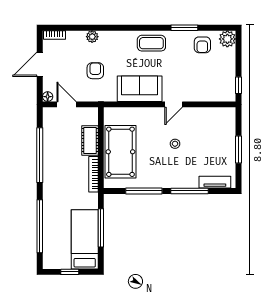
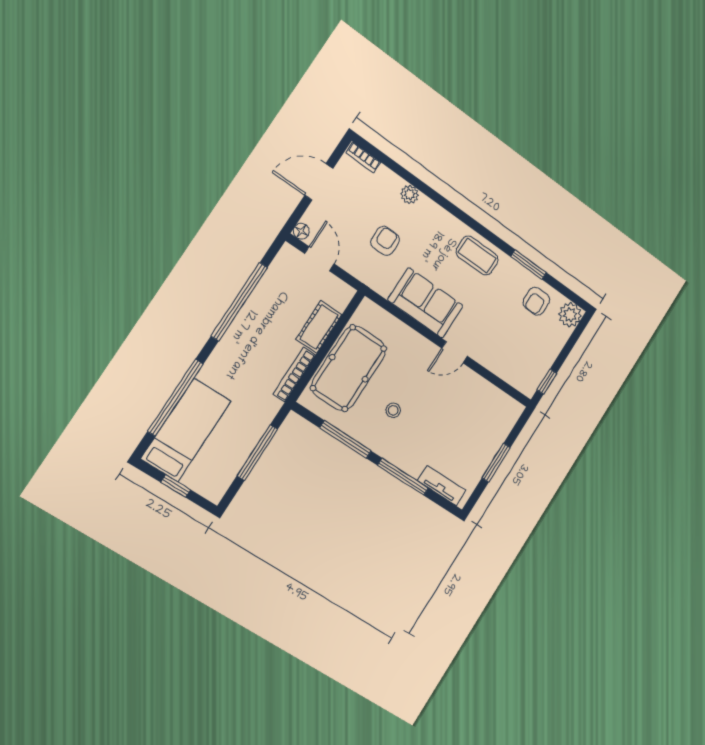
stool: (175, 144) -> (393, 410), moved
bed: (85, 239) -> (186, 430), moved

